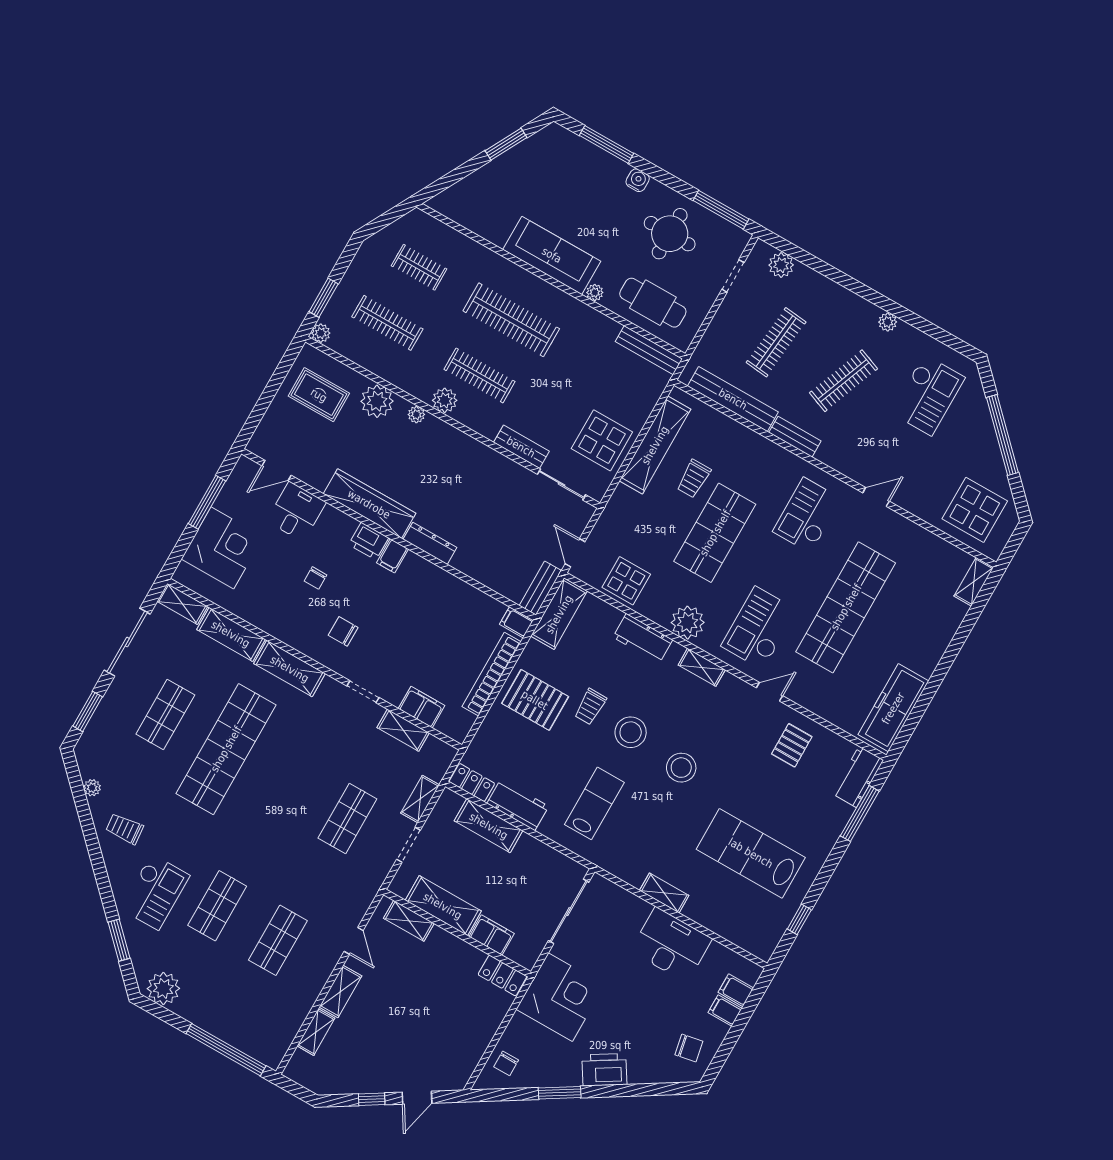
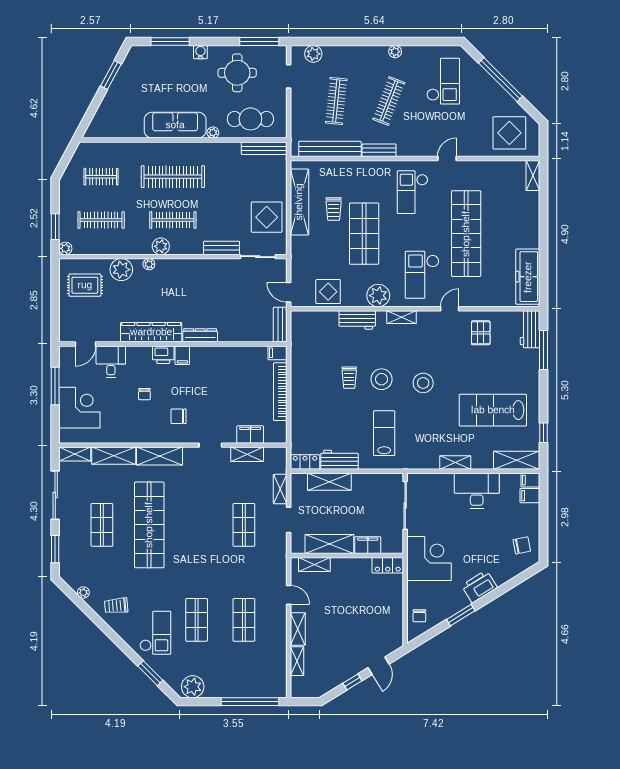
shelving: (559, 614) -> (517, 460), moved, turned 90
pallet: (535, 700) -> (315, 392), removed
filing cabinet: (725, 1011) -> (530, 480), moved

